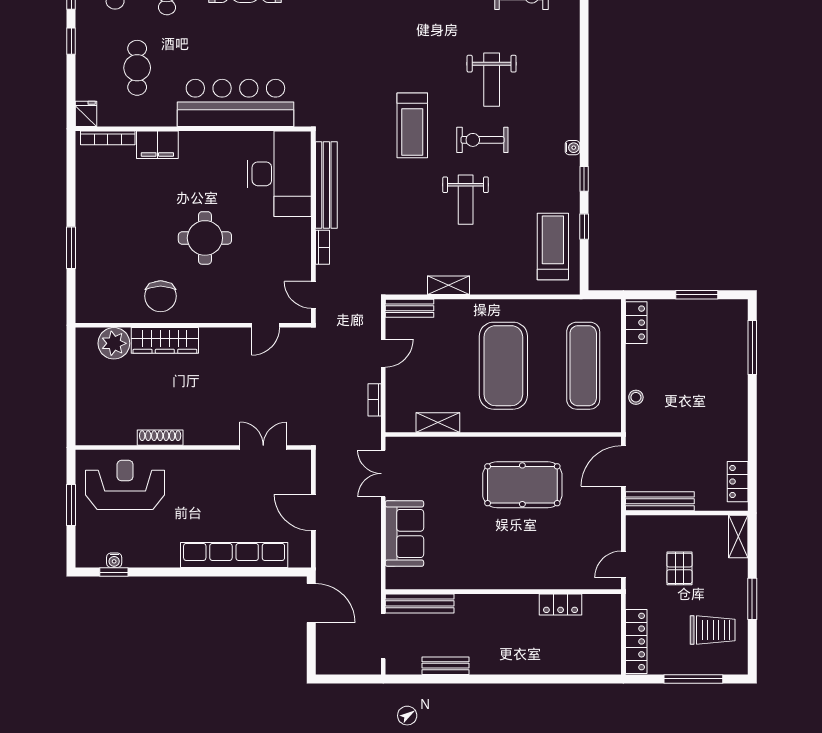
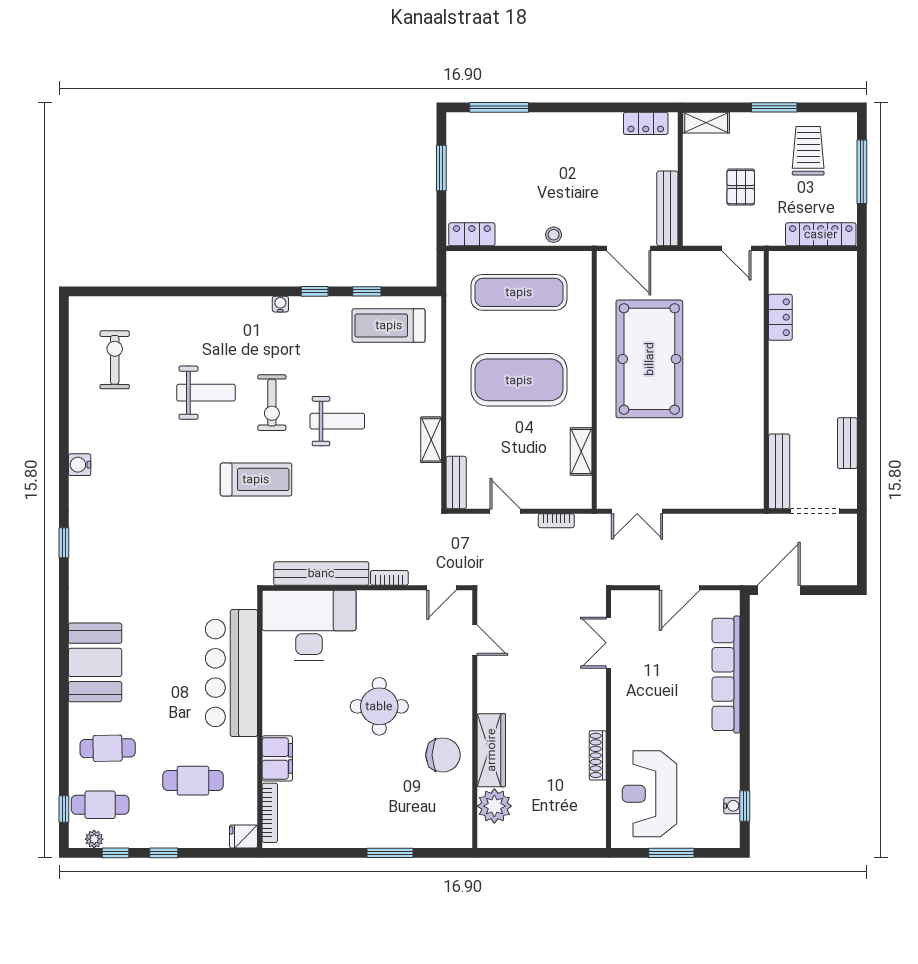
pool table: (522, 485) -> (649, 359), width x1.36, depth x1.32
sofa: (404, 533) -> (703, 488), removed
pallet: (679, 568) -> (741, 187), turned 90

